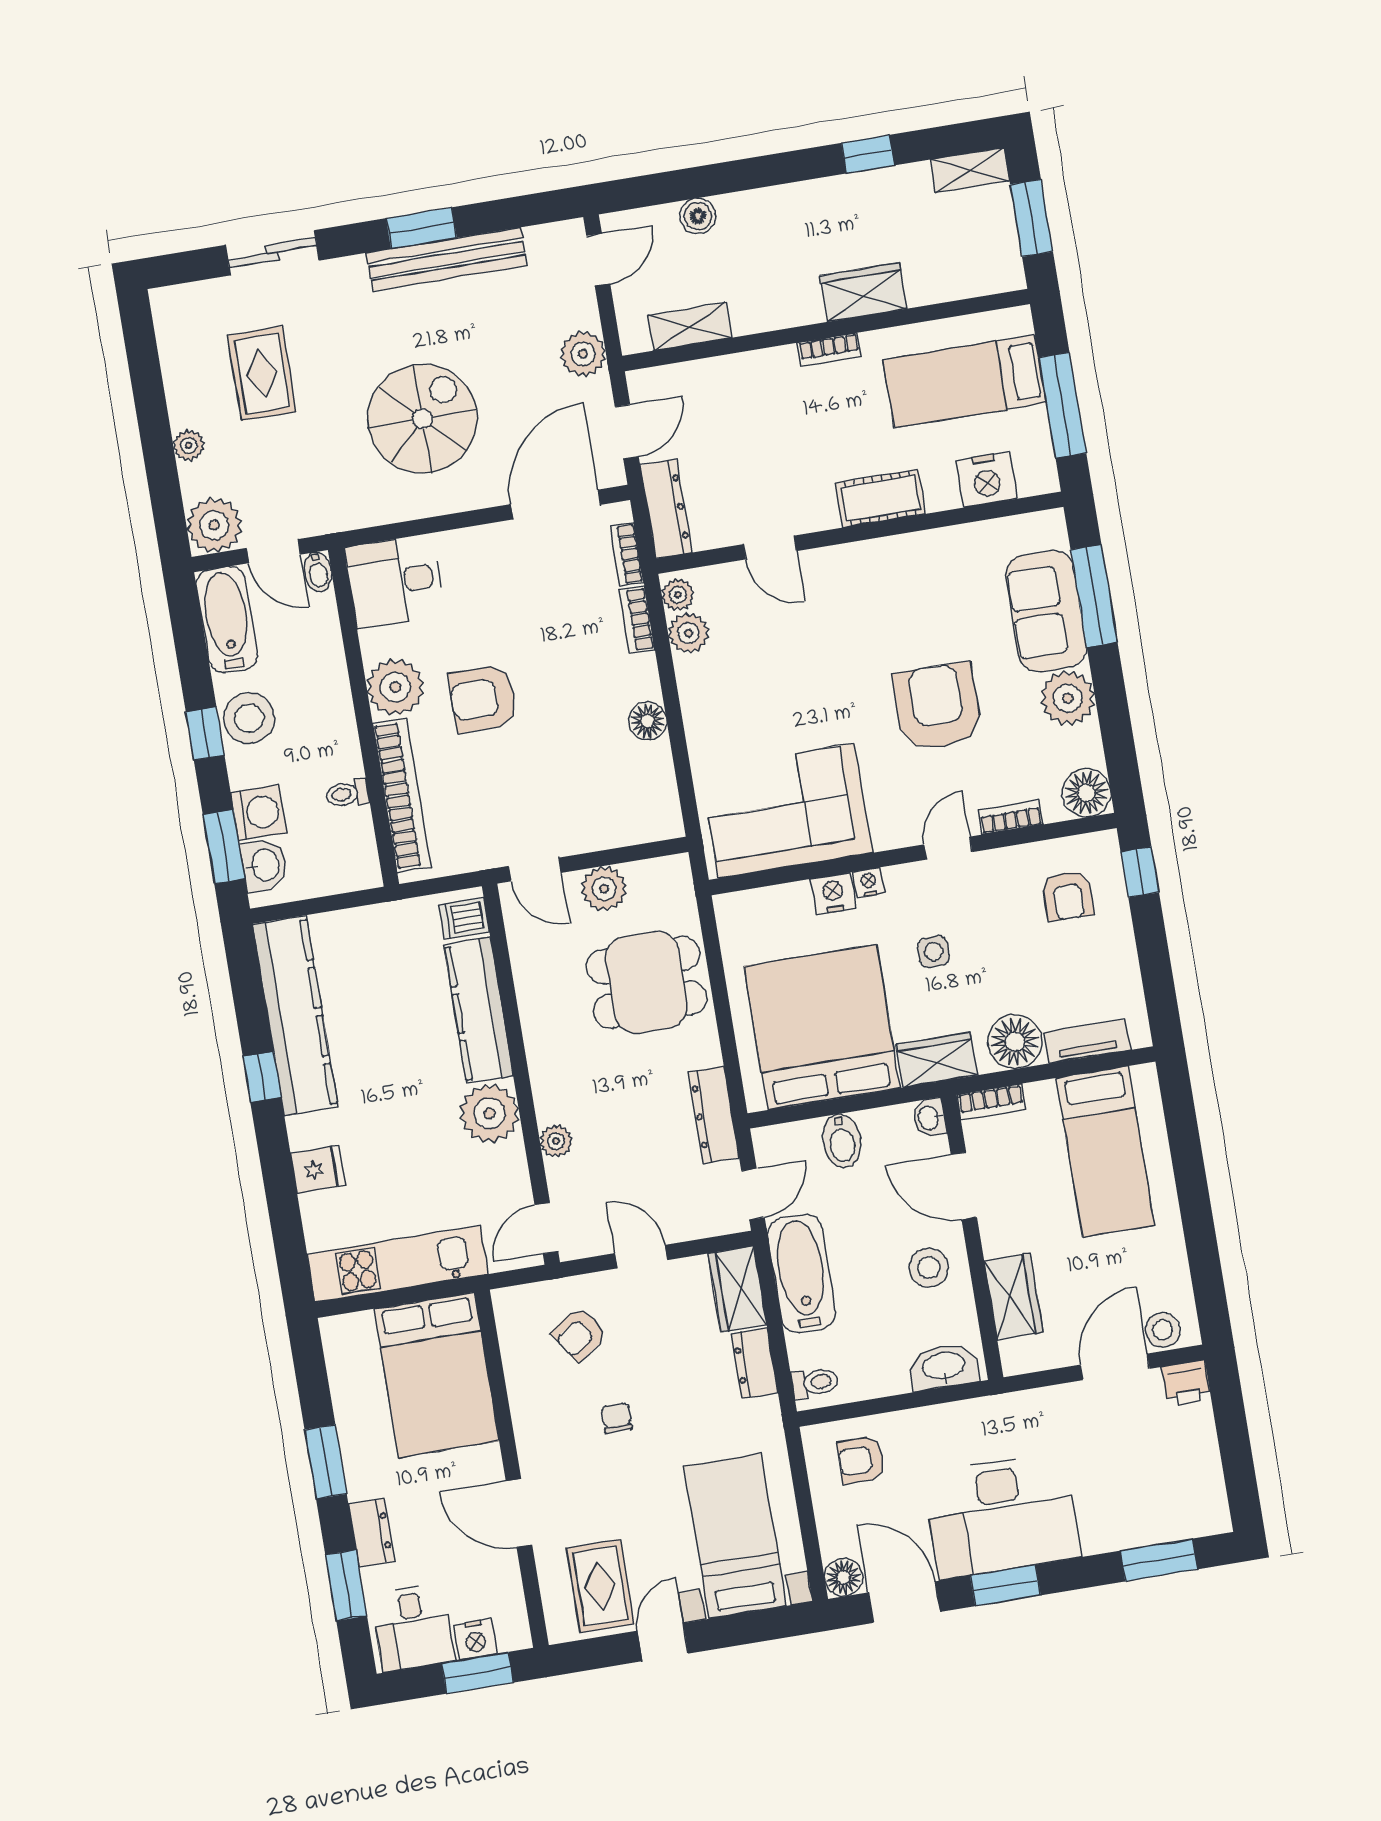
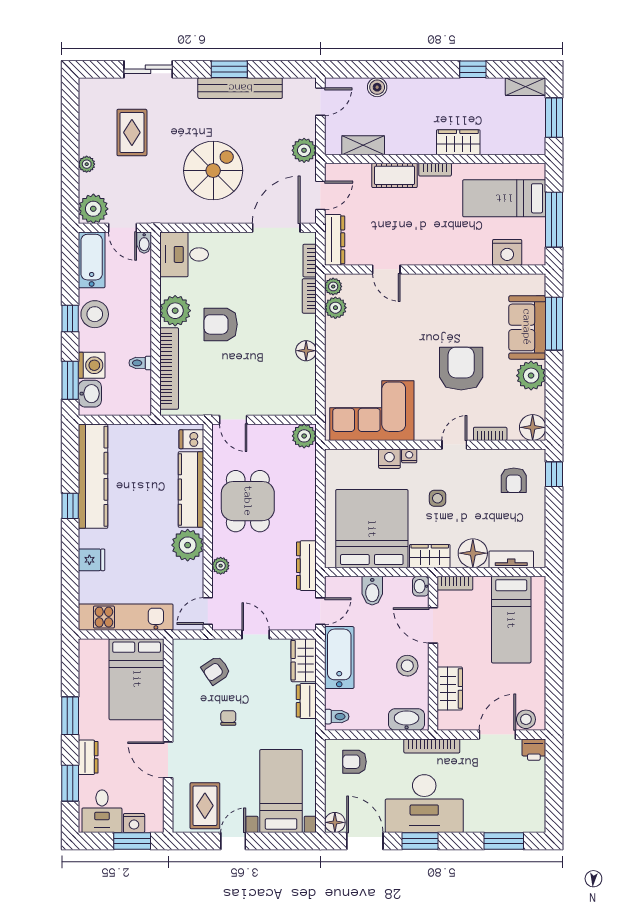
cot: (880, 498) -> (395, 175), moved
plant: (604, 889) -> (304, 436), moved
dining table: (647, 982) -> (248, 501), moved, turned 90
bookcase: (998, 1407) -> (432, 746), added

